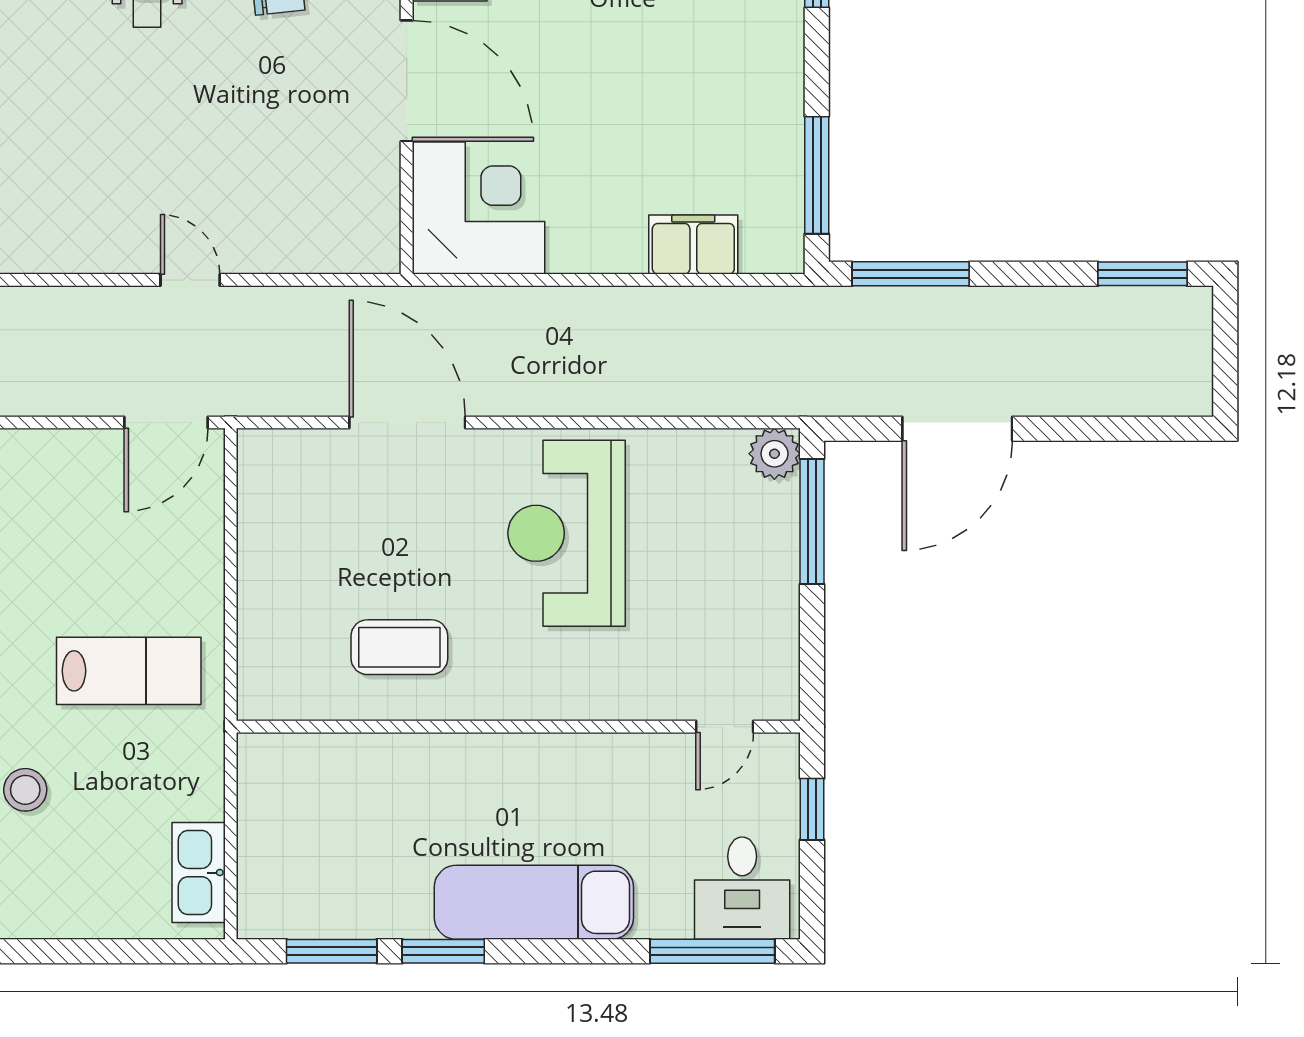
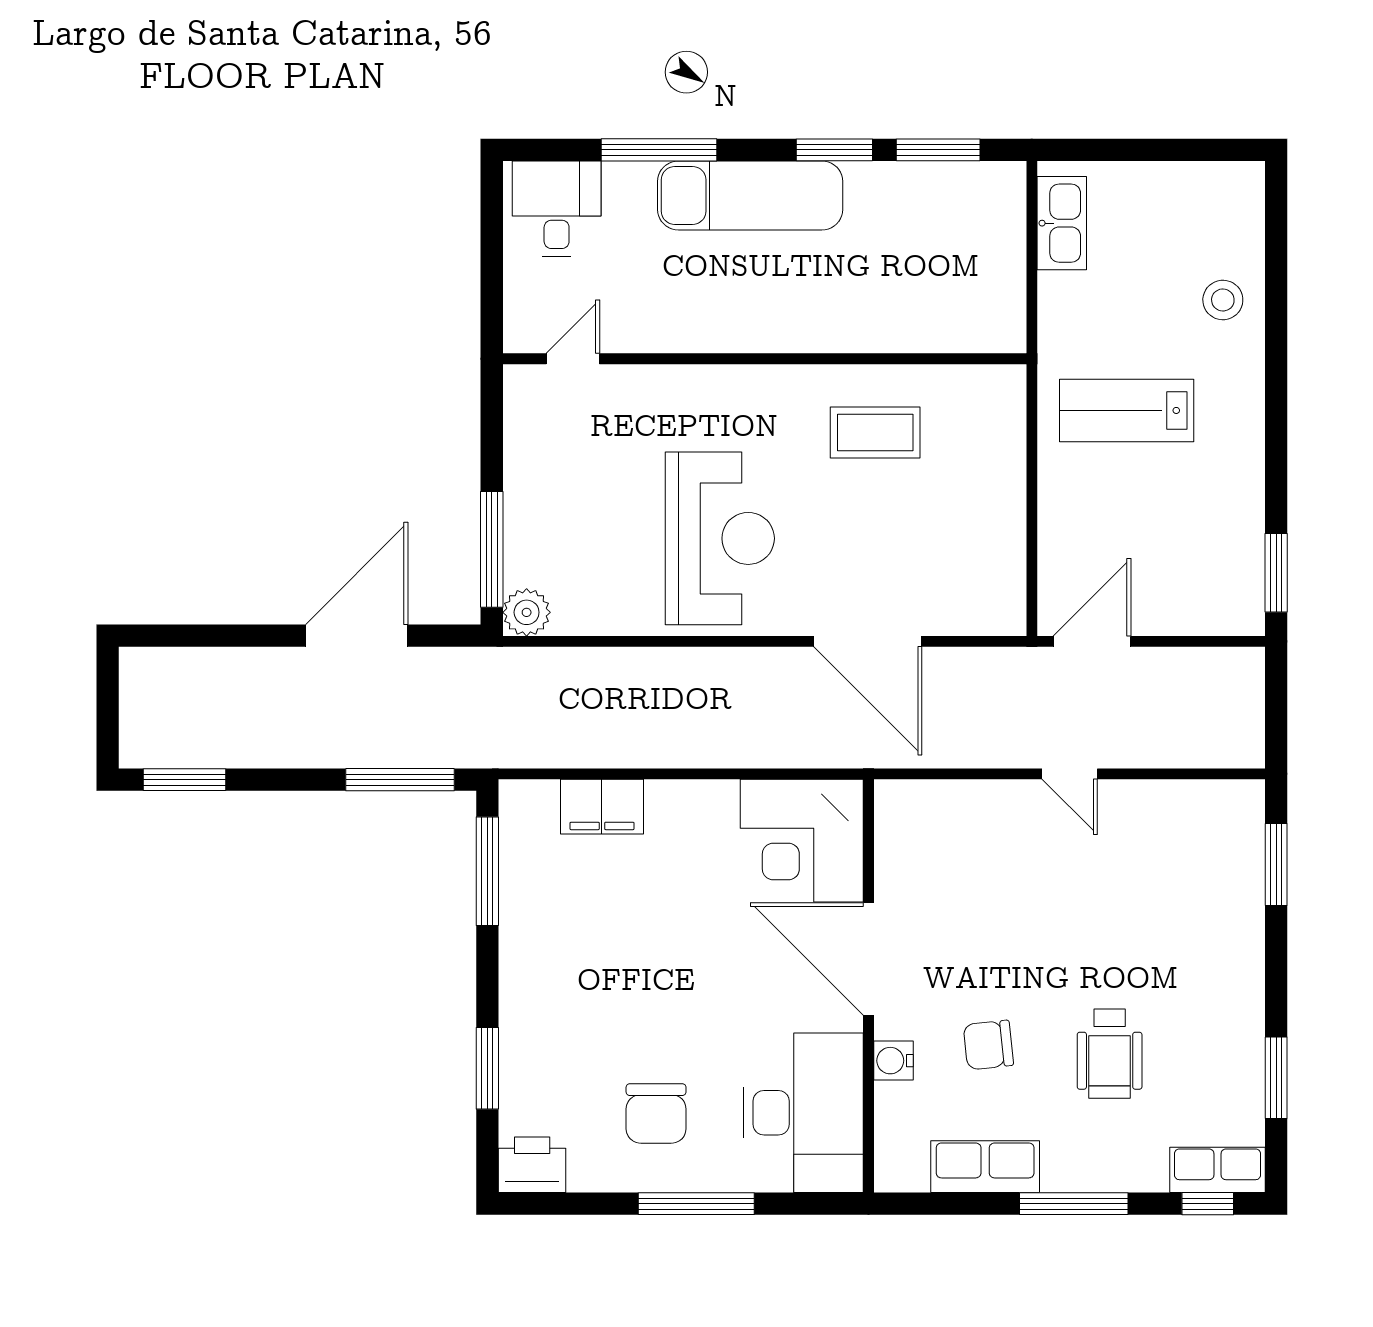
window: (812, 809) -> (492, 282), removed
window: (712, 951) -> (659, 150), moved

